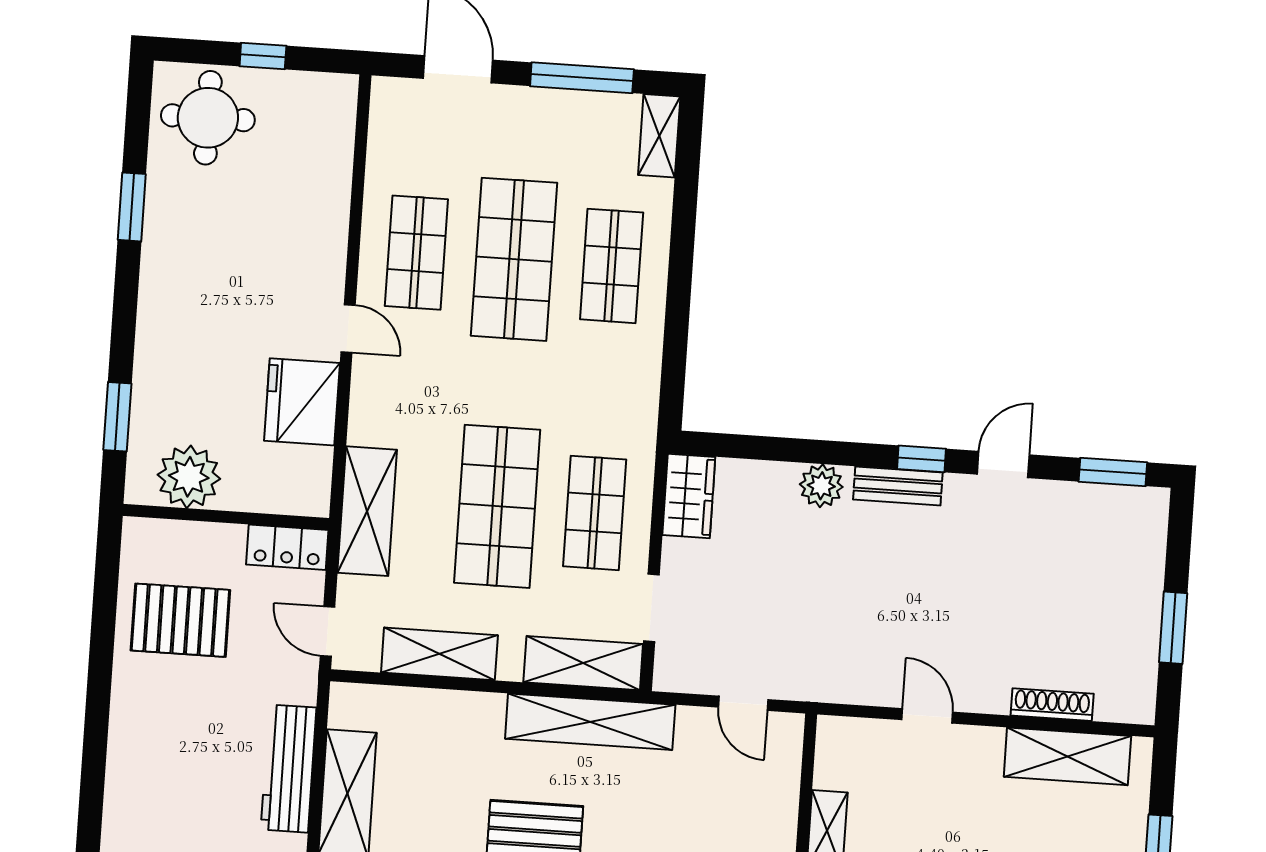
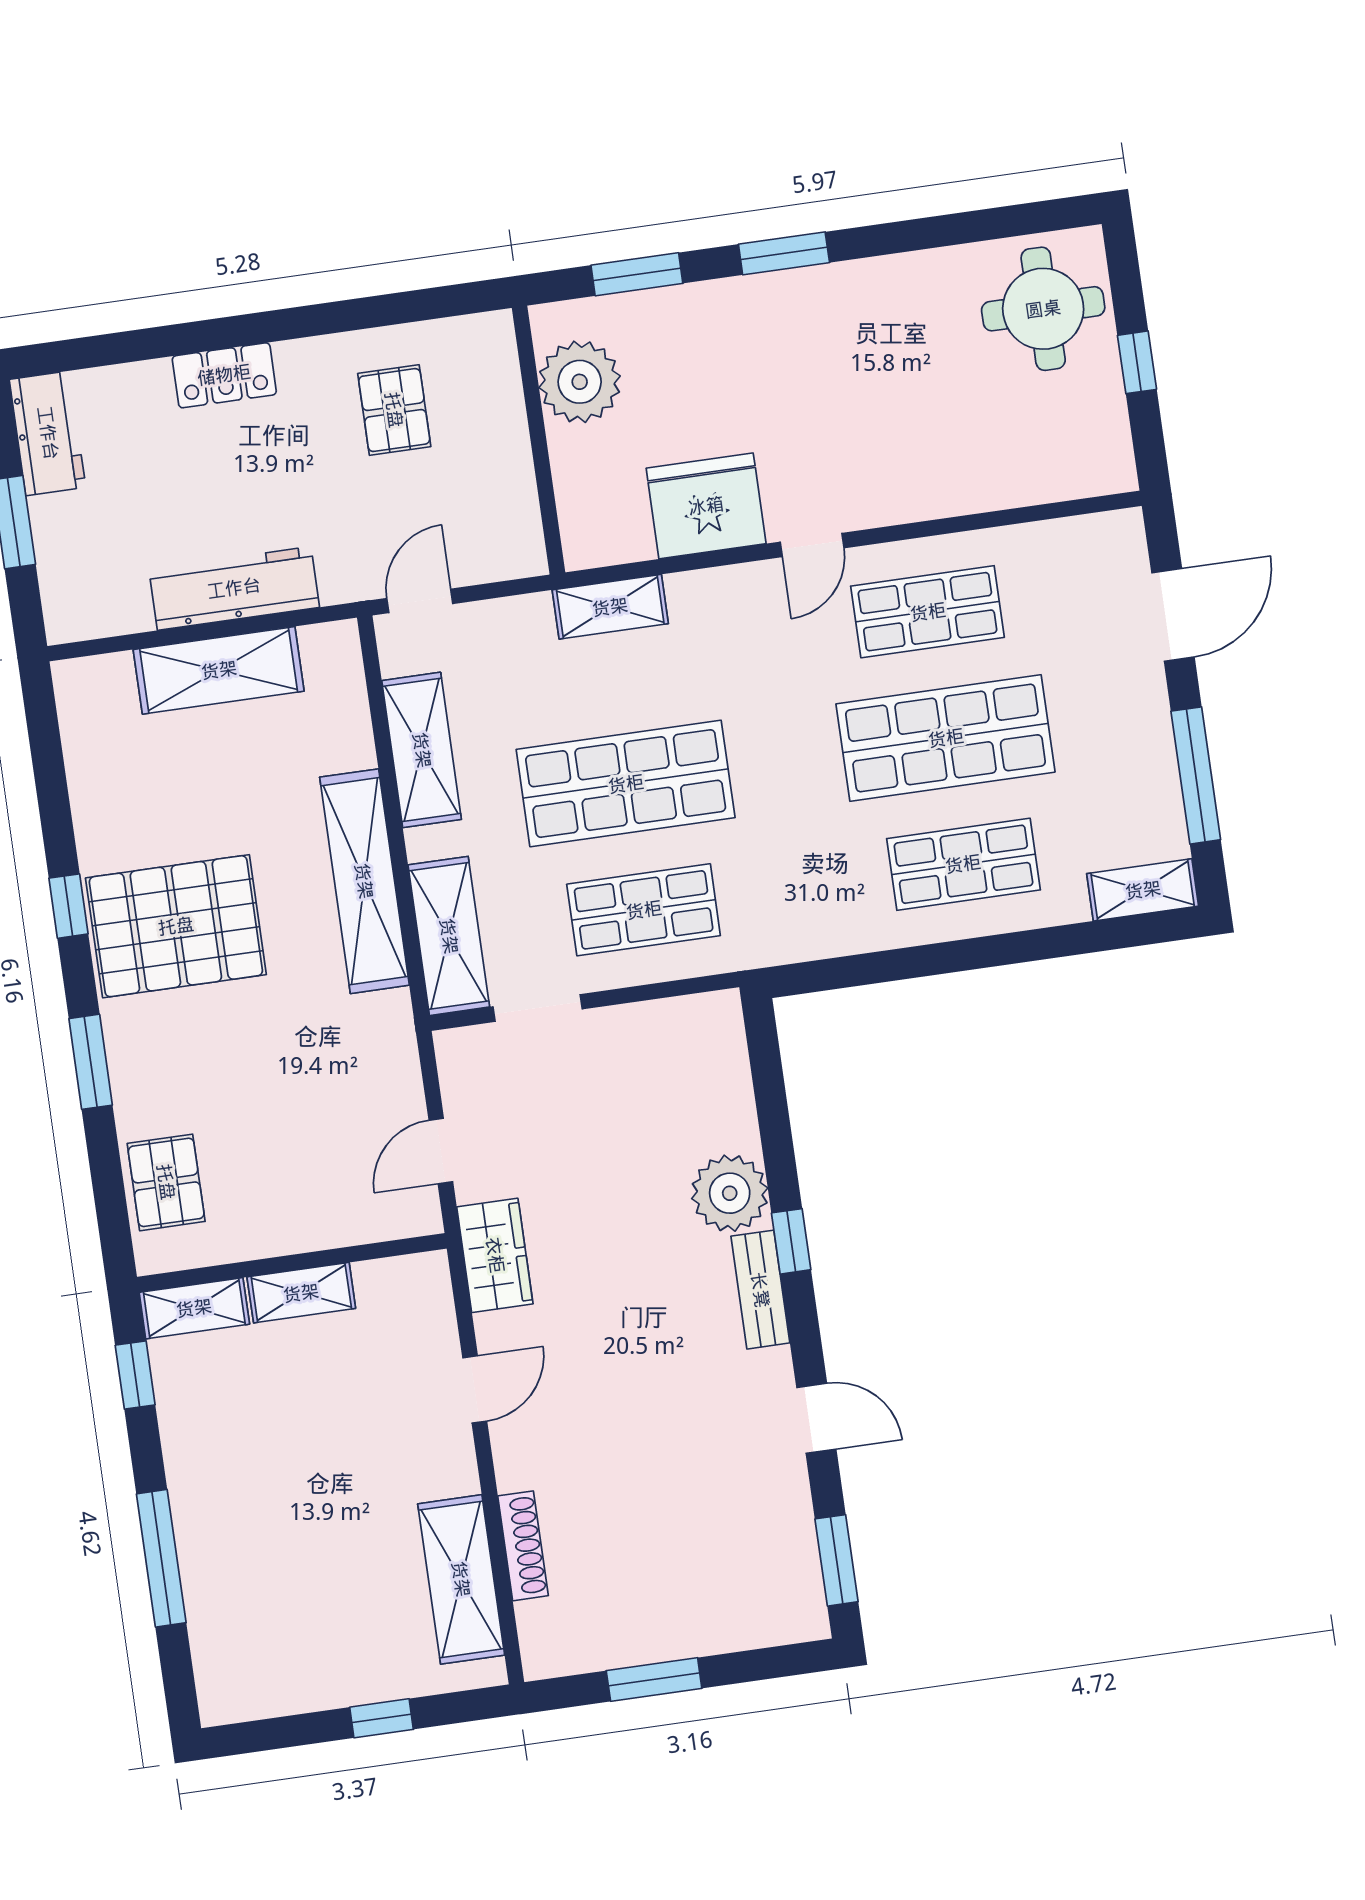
window: (132, 207) -> (784, 253), moved
window: (921, 459) -> (791, 1241), moved
plant: (821, 486) -> (730, 1193), width x1.36, depth x1.36
wardrobe: (689, 496) -> (495, 1255), moved, turned -90
shelving: (367, 511) -> (610, 607), width x0.67, depth x0.75
locker: (287, 547) -> (224, 375), moved, turned -90
pallet: (180, 620) -> (394, 410), width x0.67, depth x0.71
shelving: (590, 722) -> (364, 881), moved

